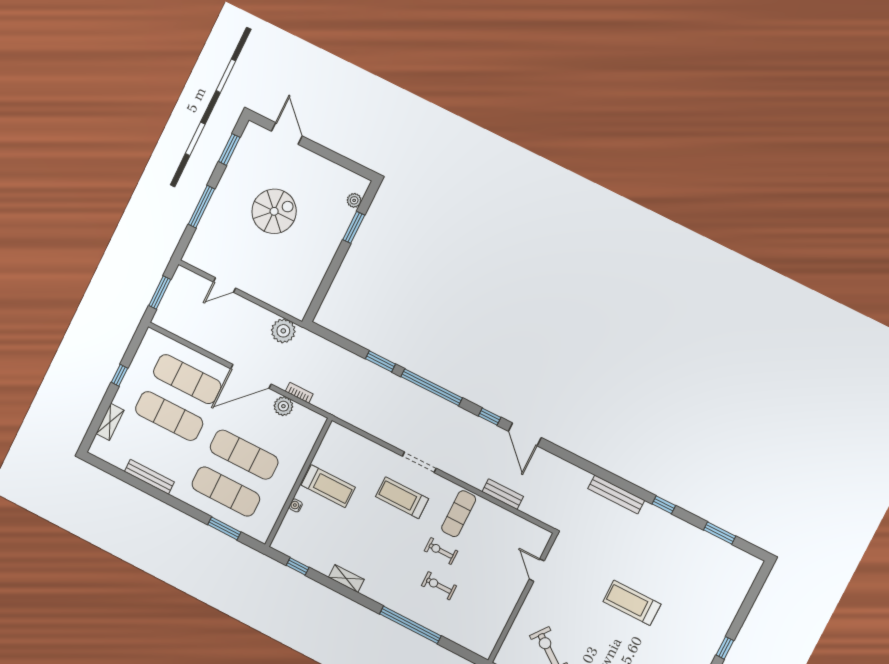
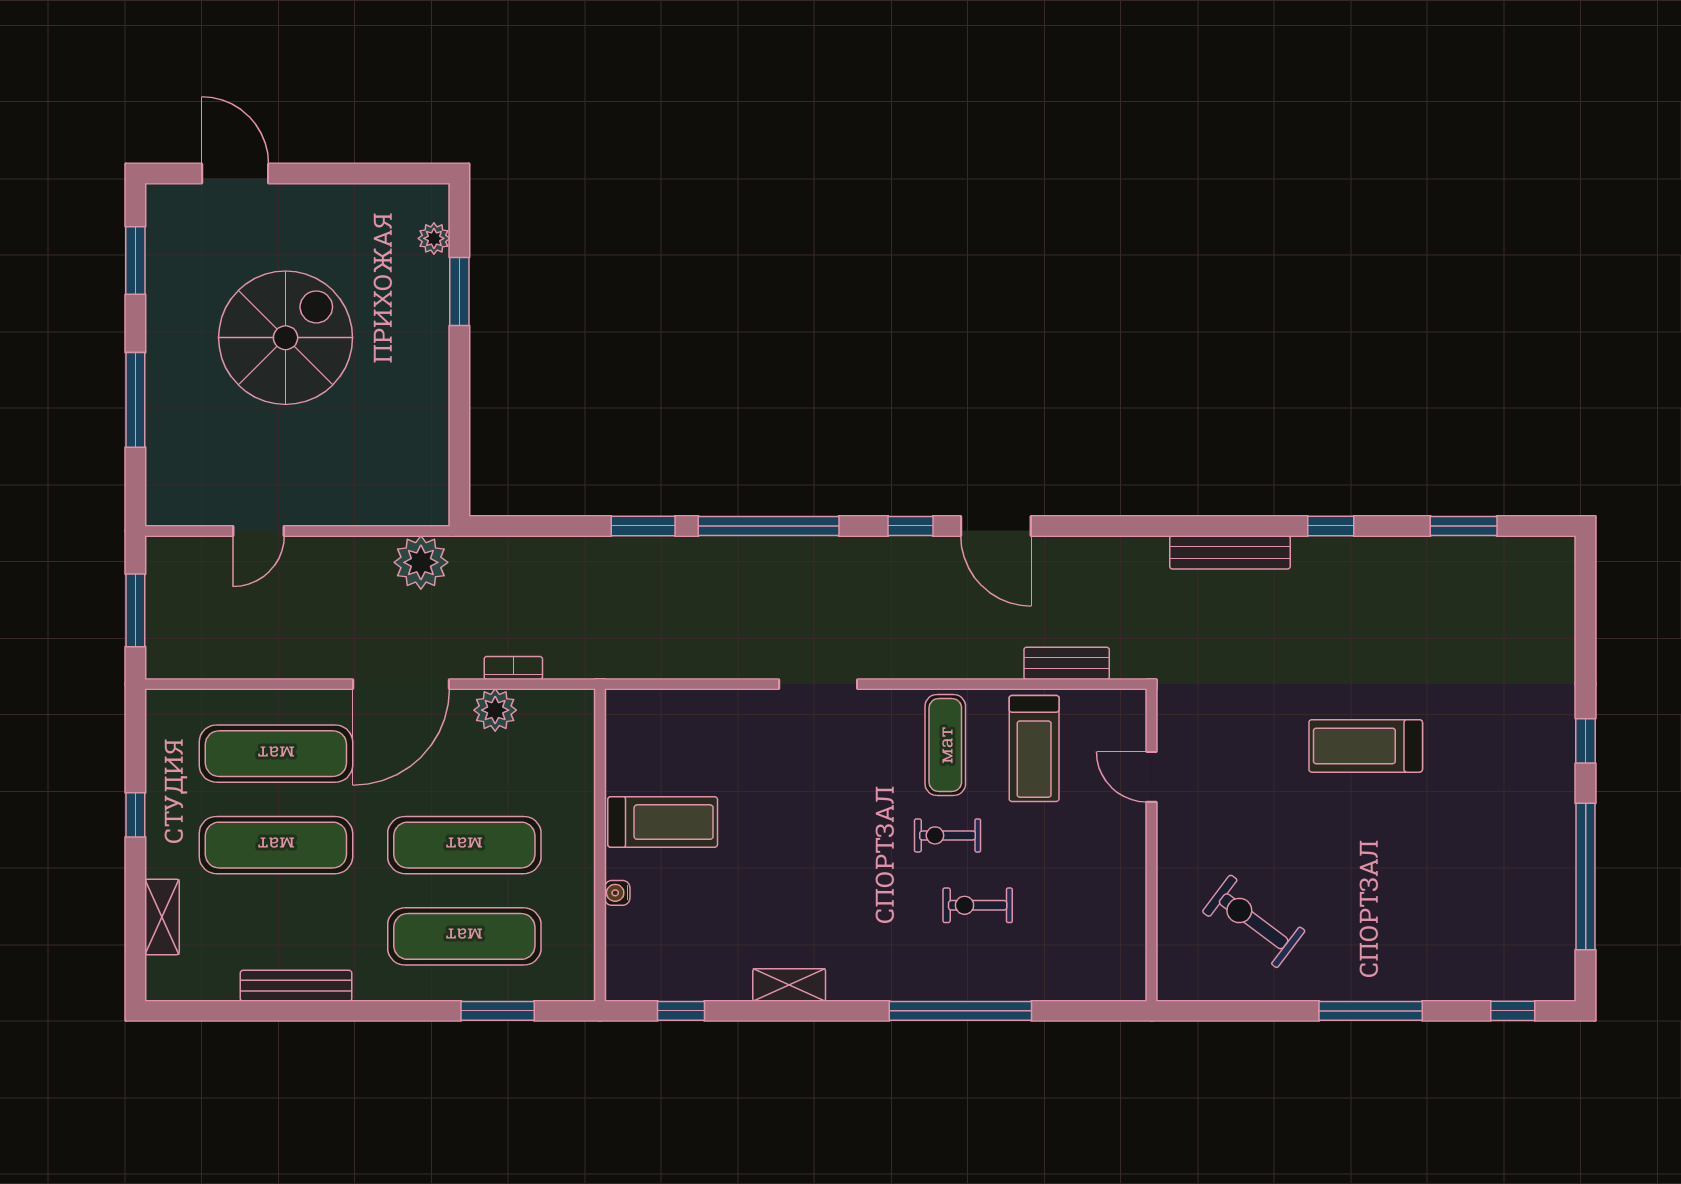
spiral stairs: (274, 211) -> (286, 338), width x1.37, depth x1.37
bench: (503, 494) -> (1067, 663), moved
treadmill: (402, 498) -> (1034, 748), moved, turned -90

